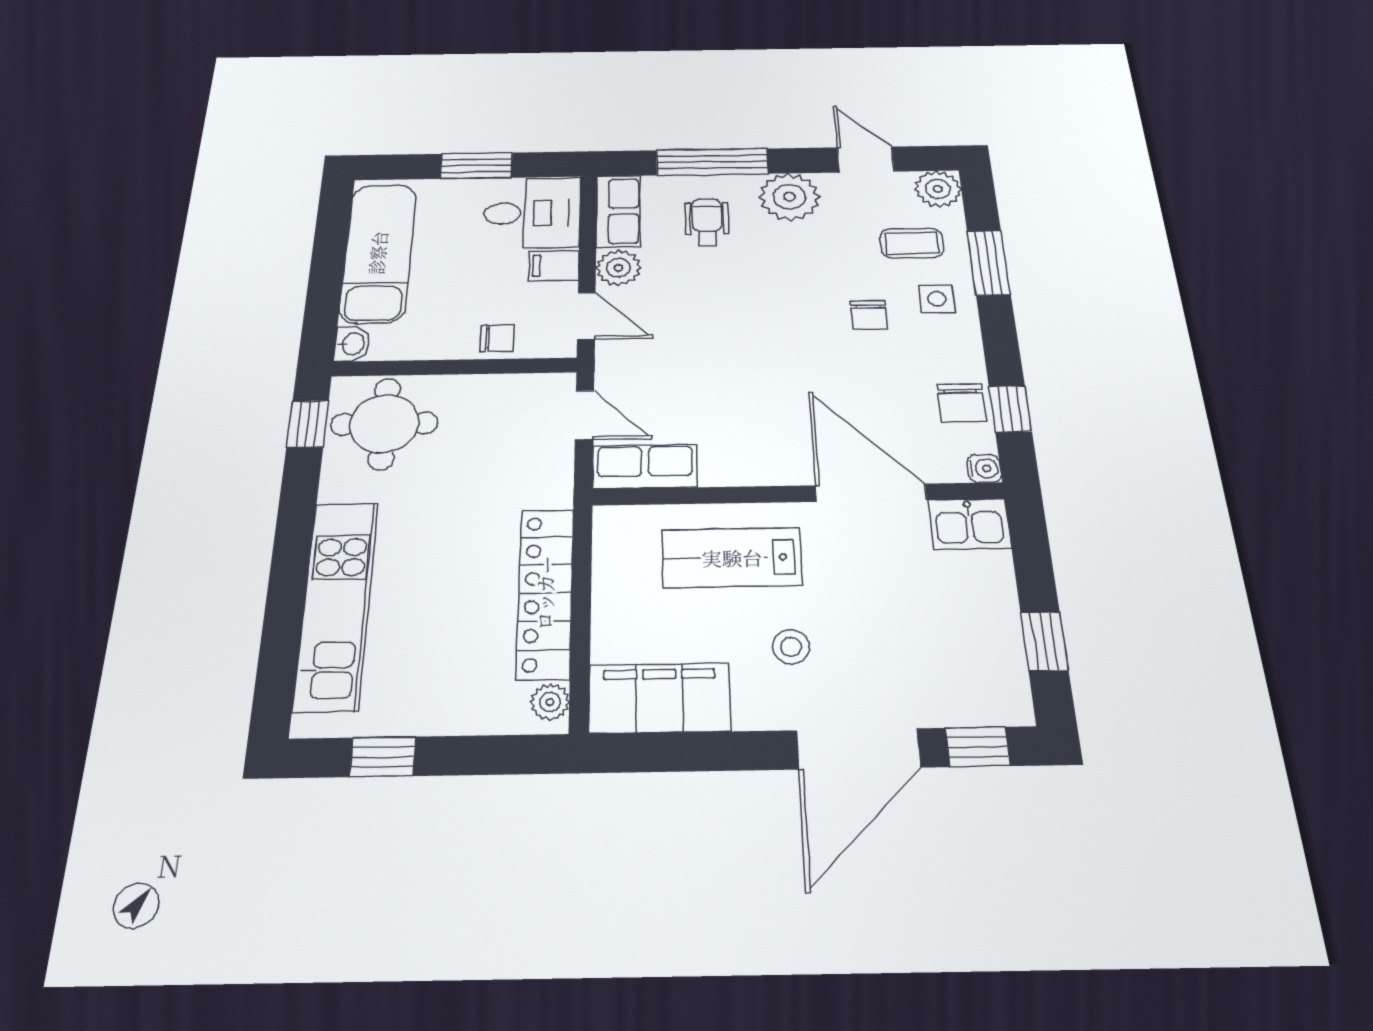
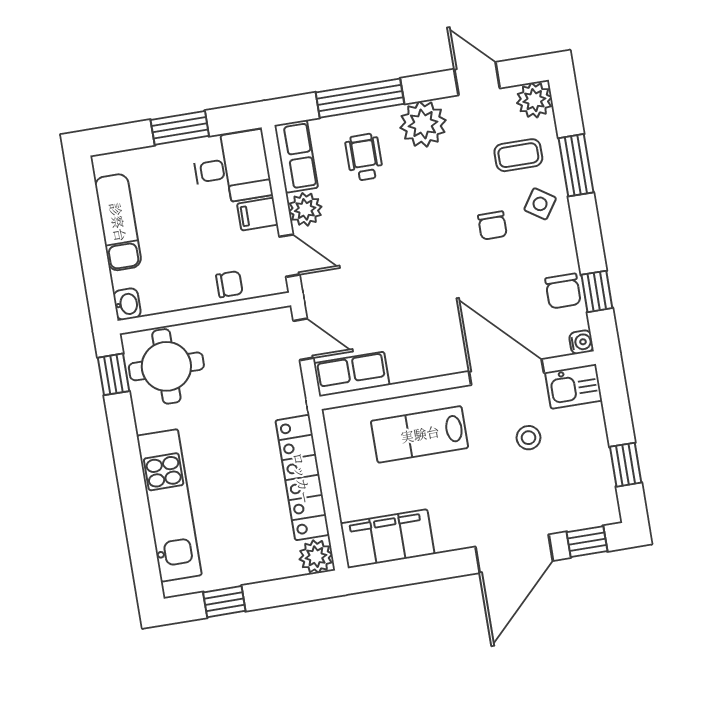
exam couch: (378, 253) -> (118, 222), width x0.73, depth x0.69
side table: (937, 299) -> (540, 204), turned 34
stool: (791, 647) -> (528, 438), moved
plant: (550, 702) -> (316, 557), width x1.38, depth x1.38

